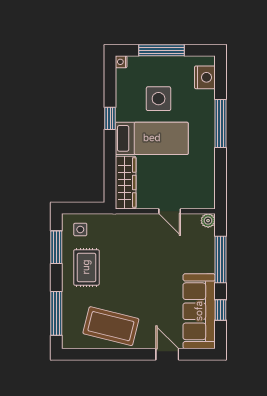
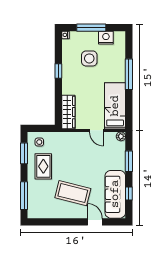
nightstand: (205, 77) -> (106, 38), moved, turned -90
bed: (152, 138) -> (115, 106), moved, turned -90
window: (221, 259) -> (129, 161), width x0.69
coffee table: (111, 326) -> (73, 193), moved

